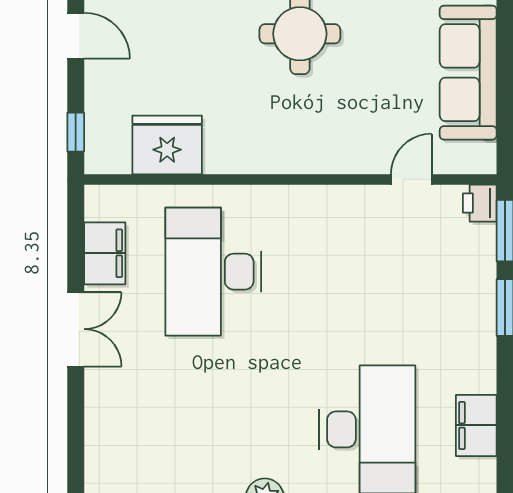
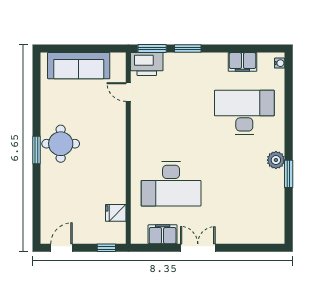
fridge: (167, 145) -> (116, 213), width x0.53, depth x0.75
printer: (480, 203) -> (147, 64), width x1.87, depth x1.48

